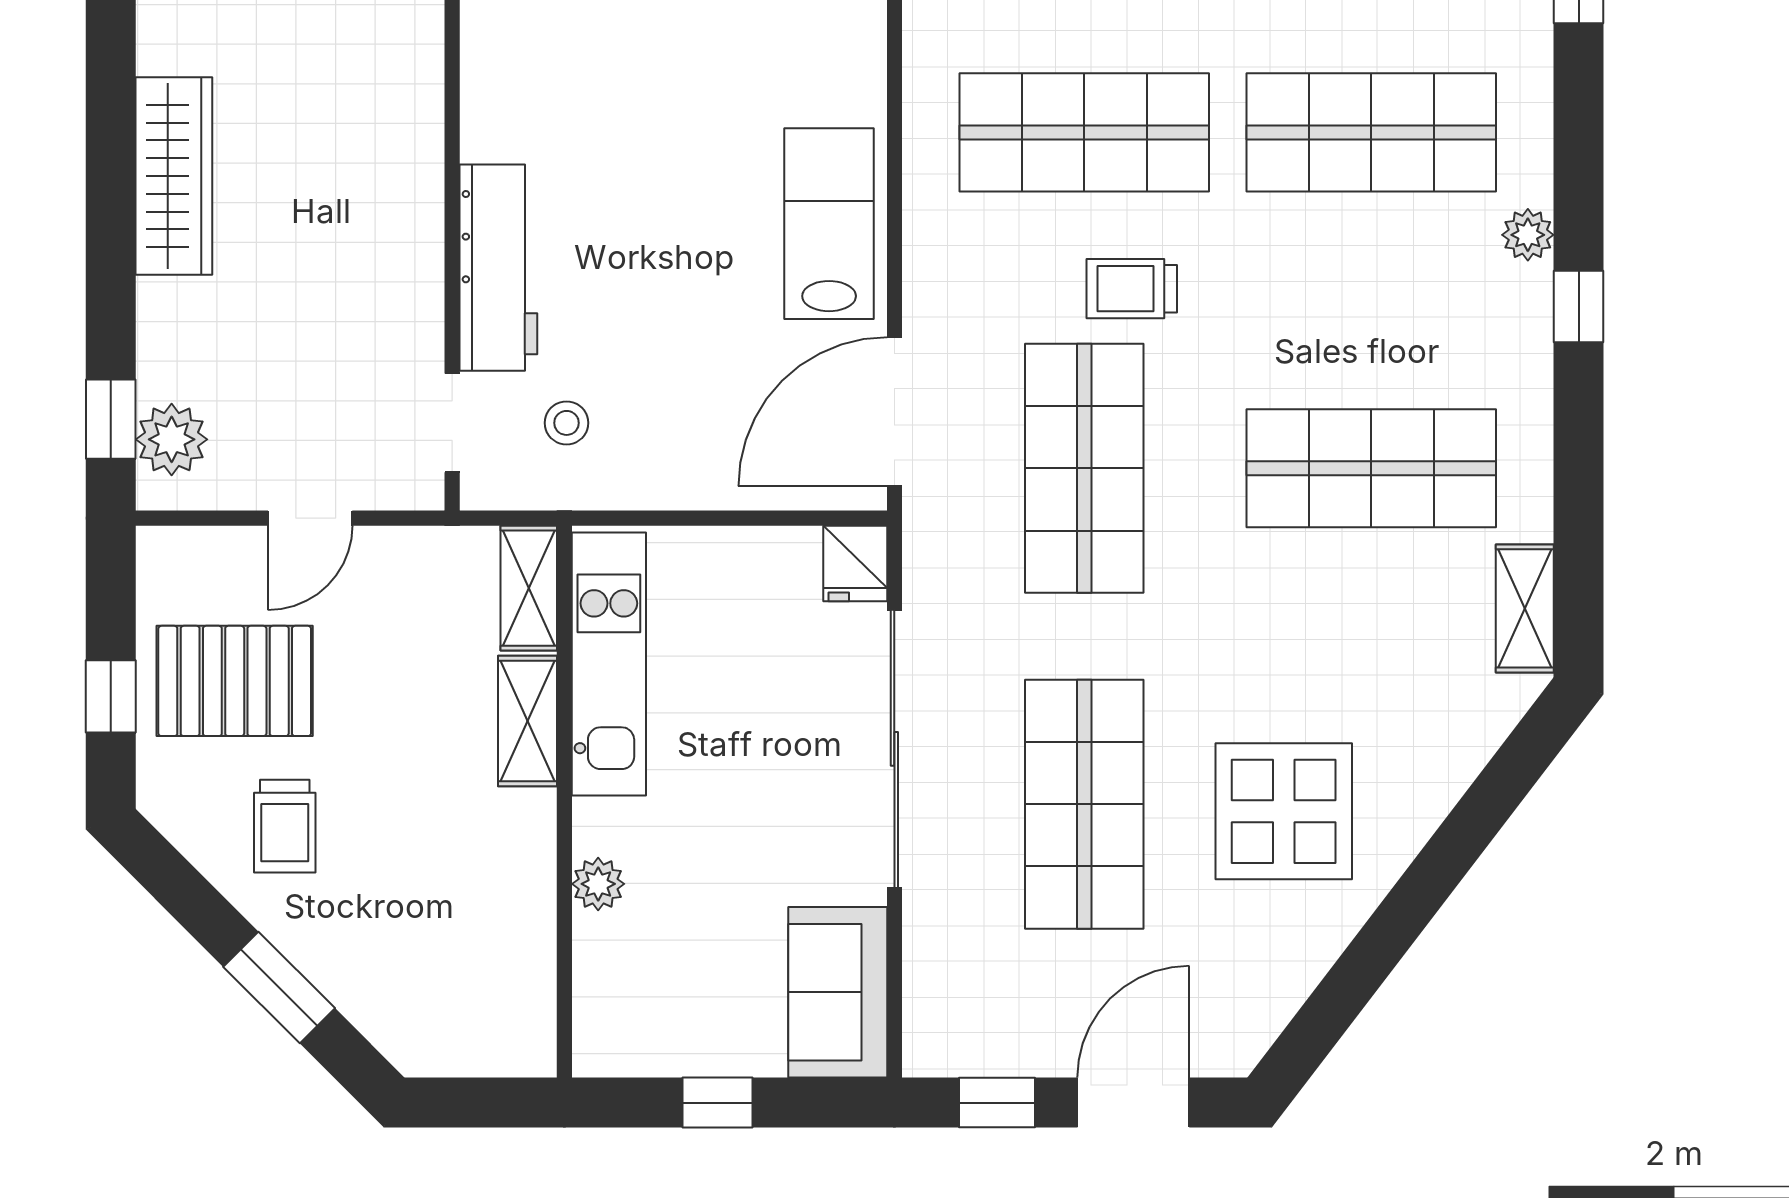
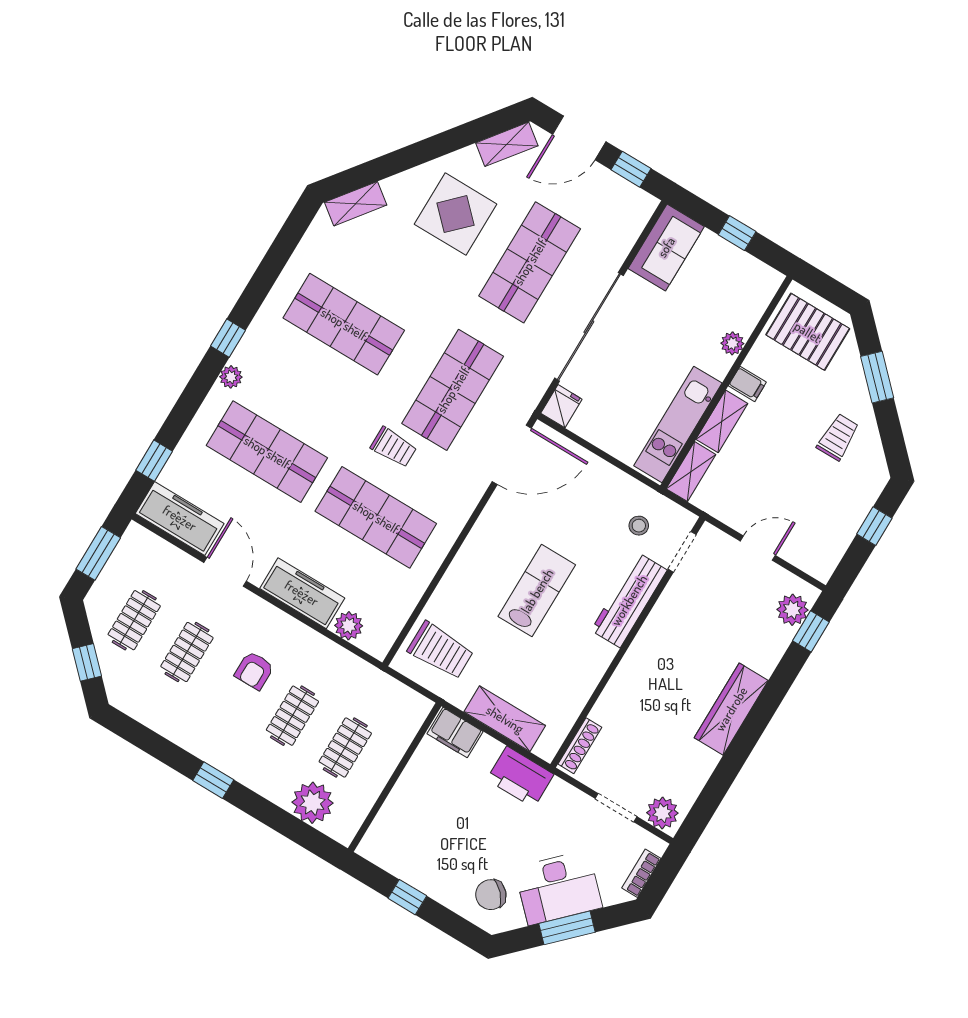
lab bench: (829, 224) -> (537, 591), moved, turned 180
shelving: (1525, 608) -> (356, 204), moved, turned 37
pallet: (235, 681) -> (808, 332), moved
filing cabinet: (522, 823) -> (747, 384), added
shelving: (1266, 1006) -> (507, 144), added

